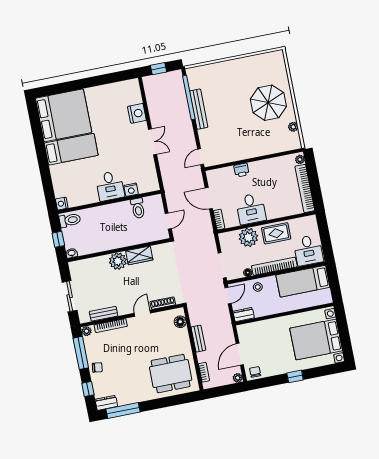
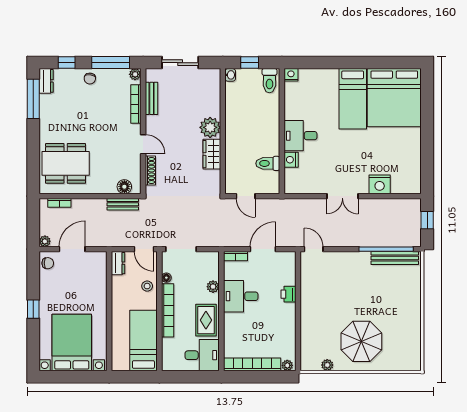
bench: (199, 109) -> (395, 258), moved
plant: (248, 237) -> (213, 287), width x0.53, depth x0.53
desk: (308, 250) -> (202, 355), moved, turned 180
bench: (198, 339) -> (123, 204), moved
door: (240, 354) -> (72, 249), hinge flipped
dining table: (171, 374) -> (66, 163), turned 90

